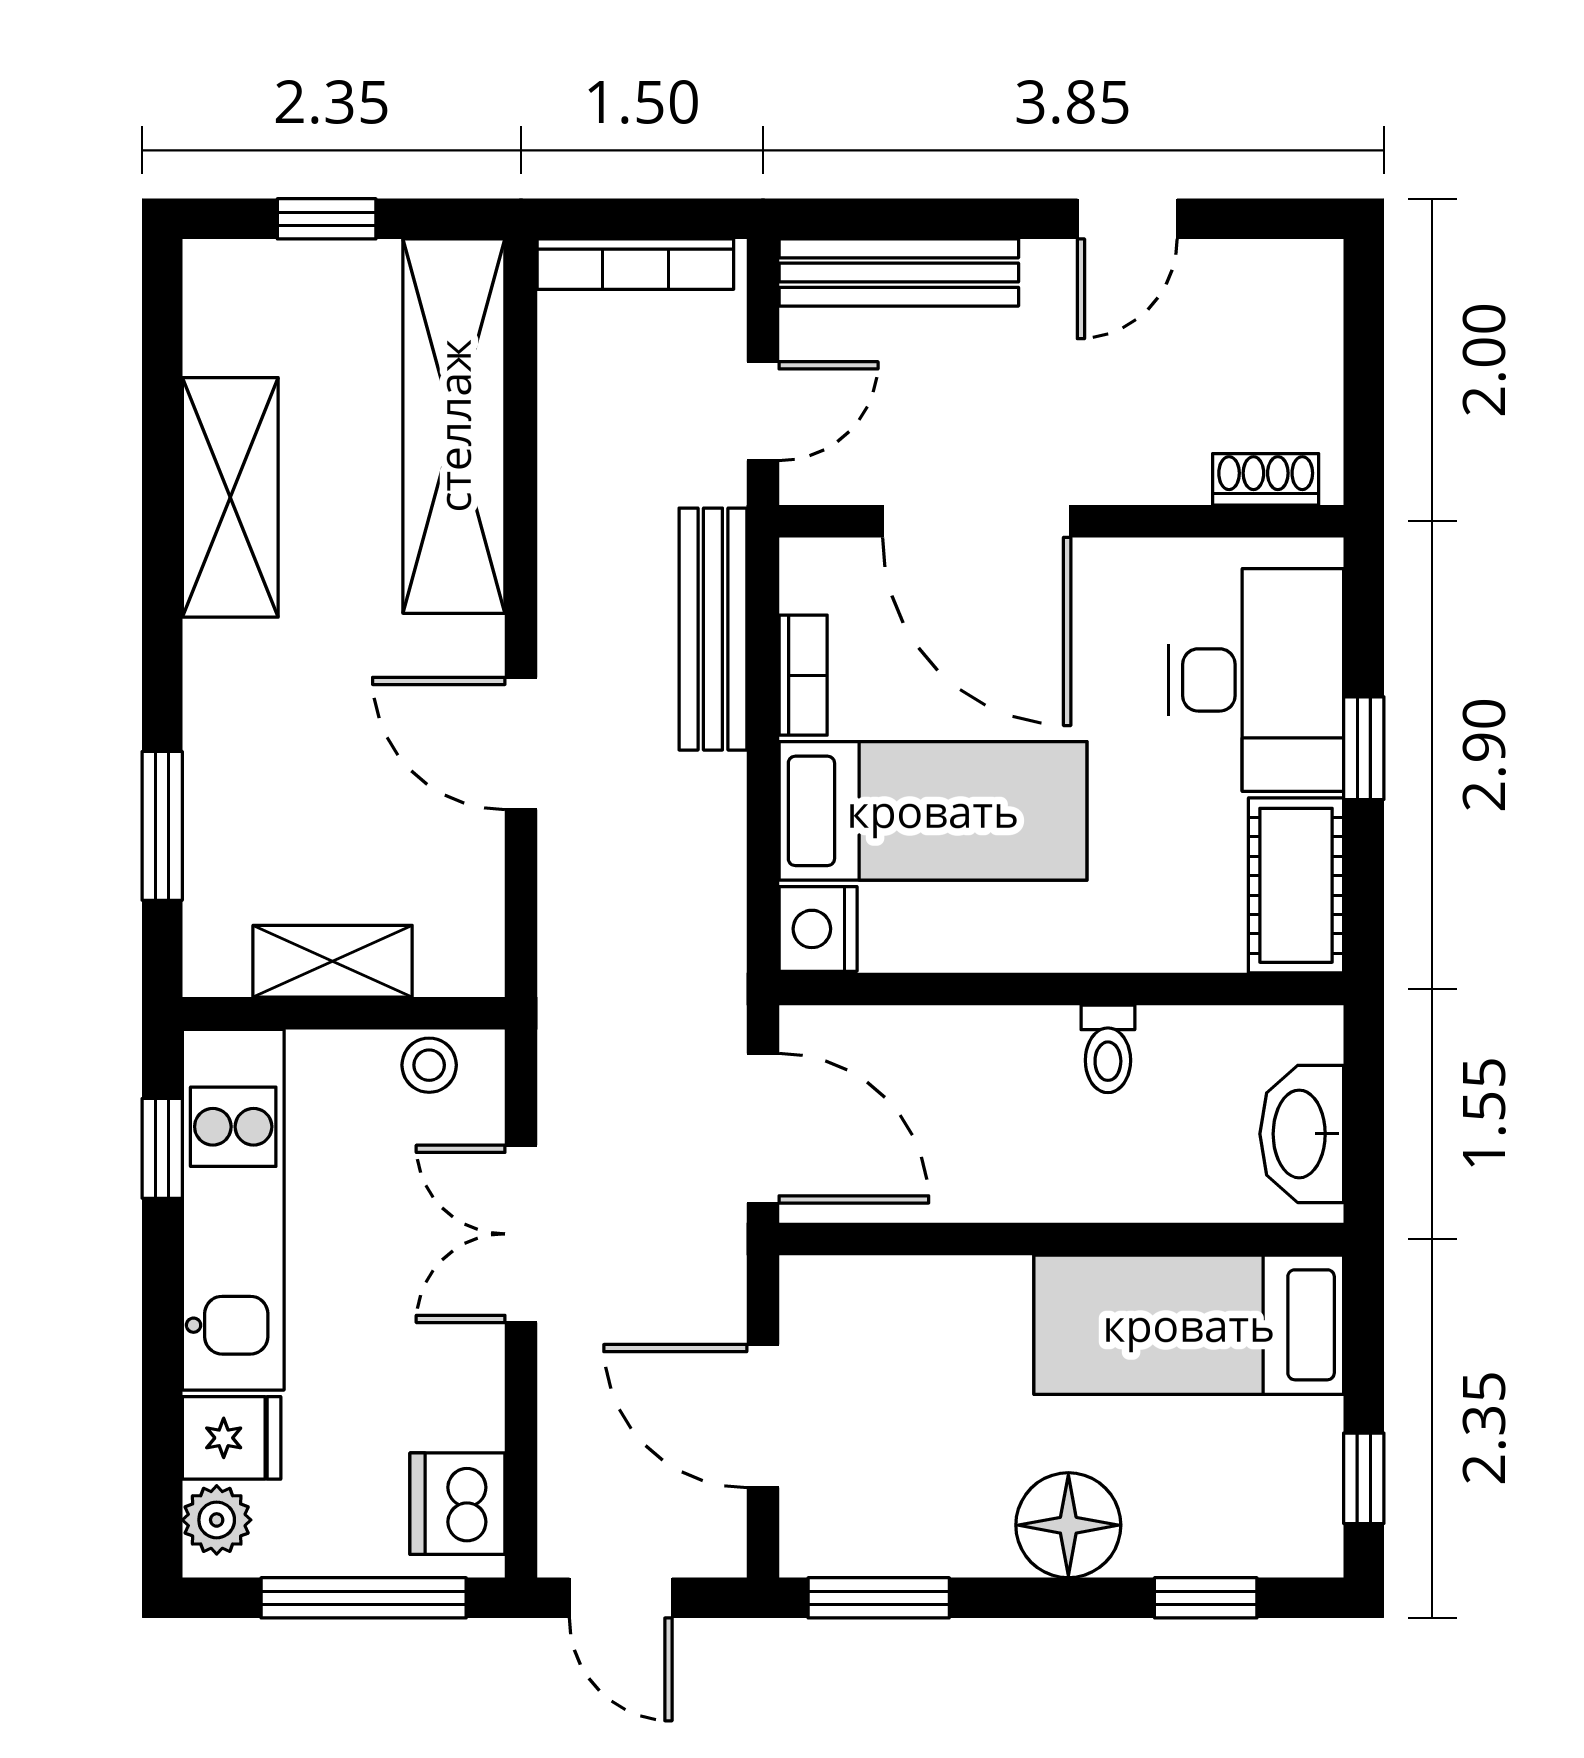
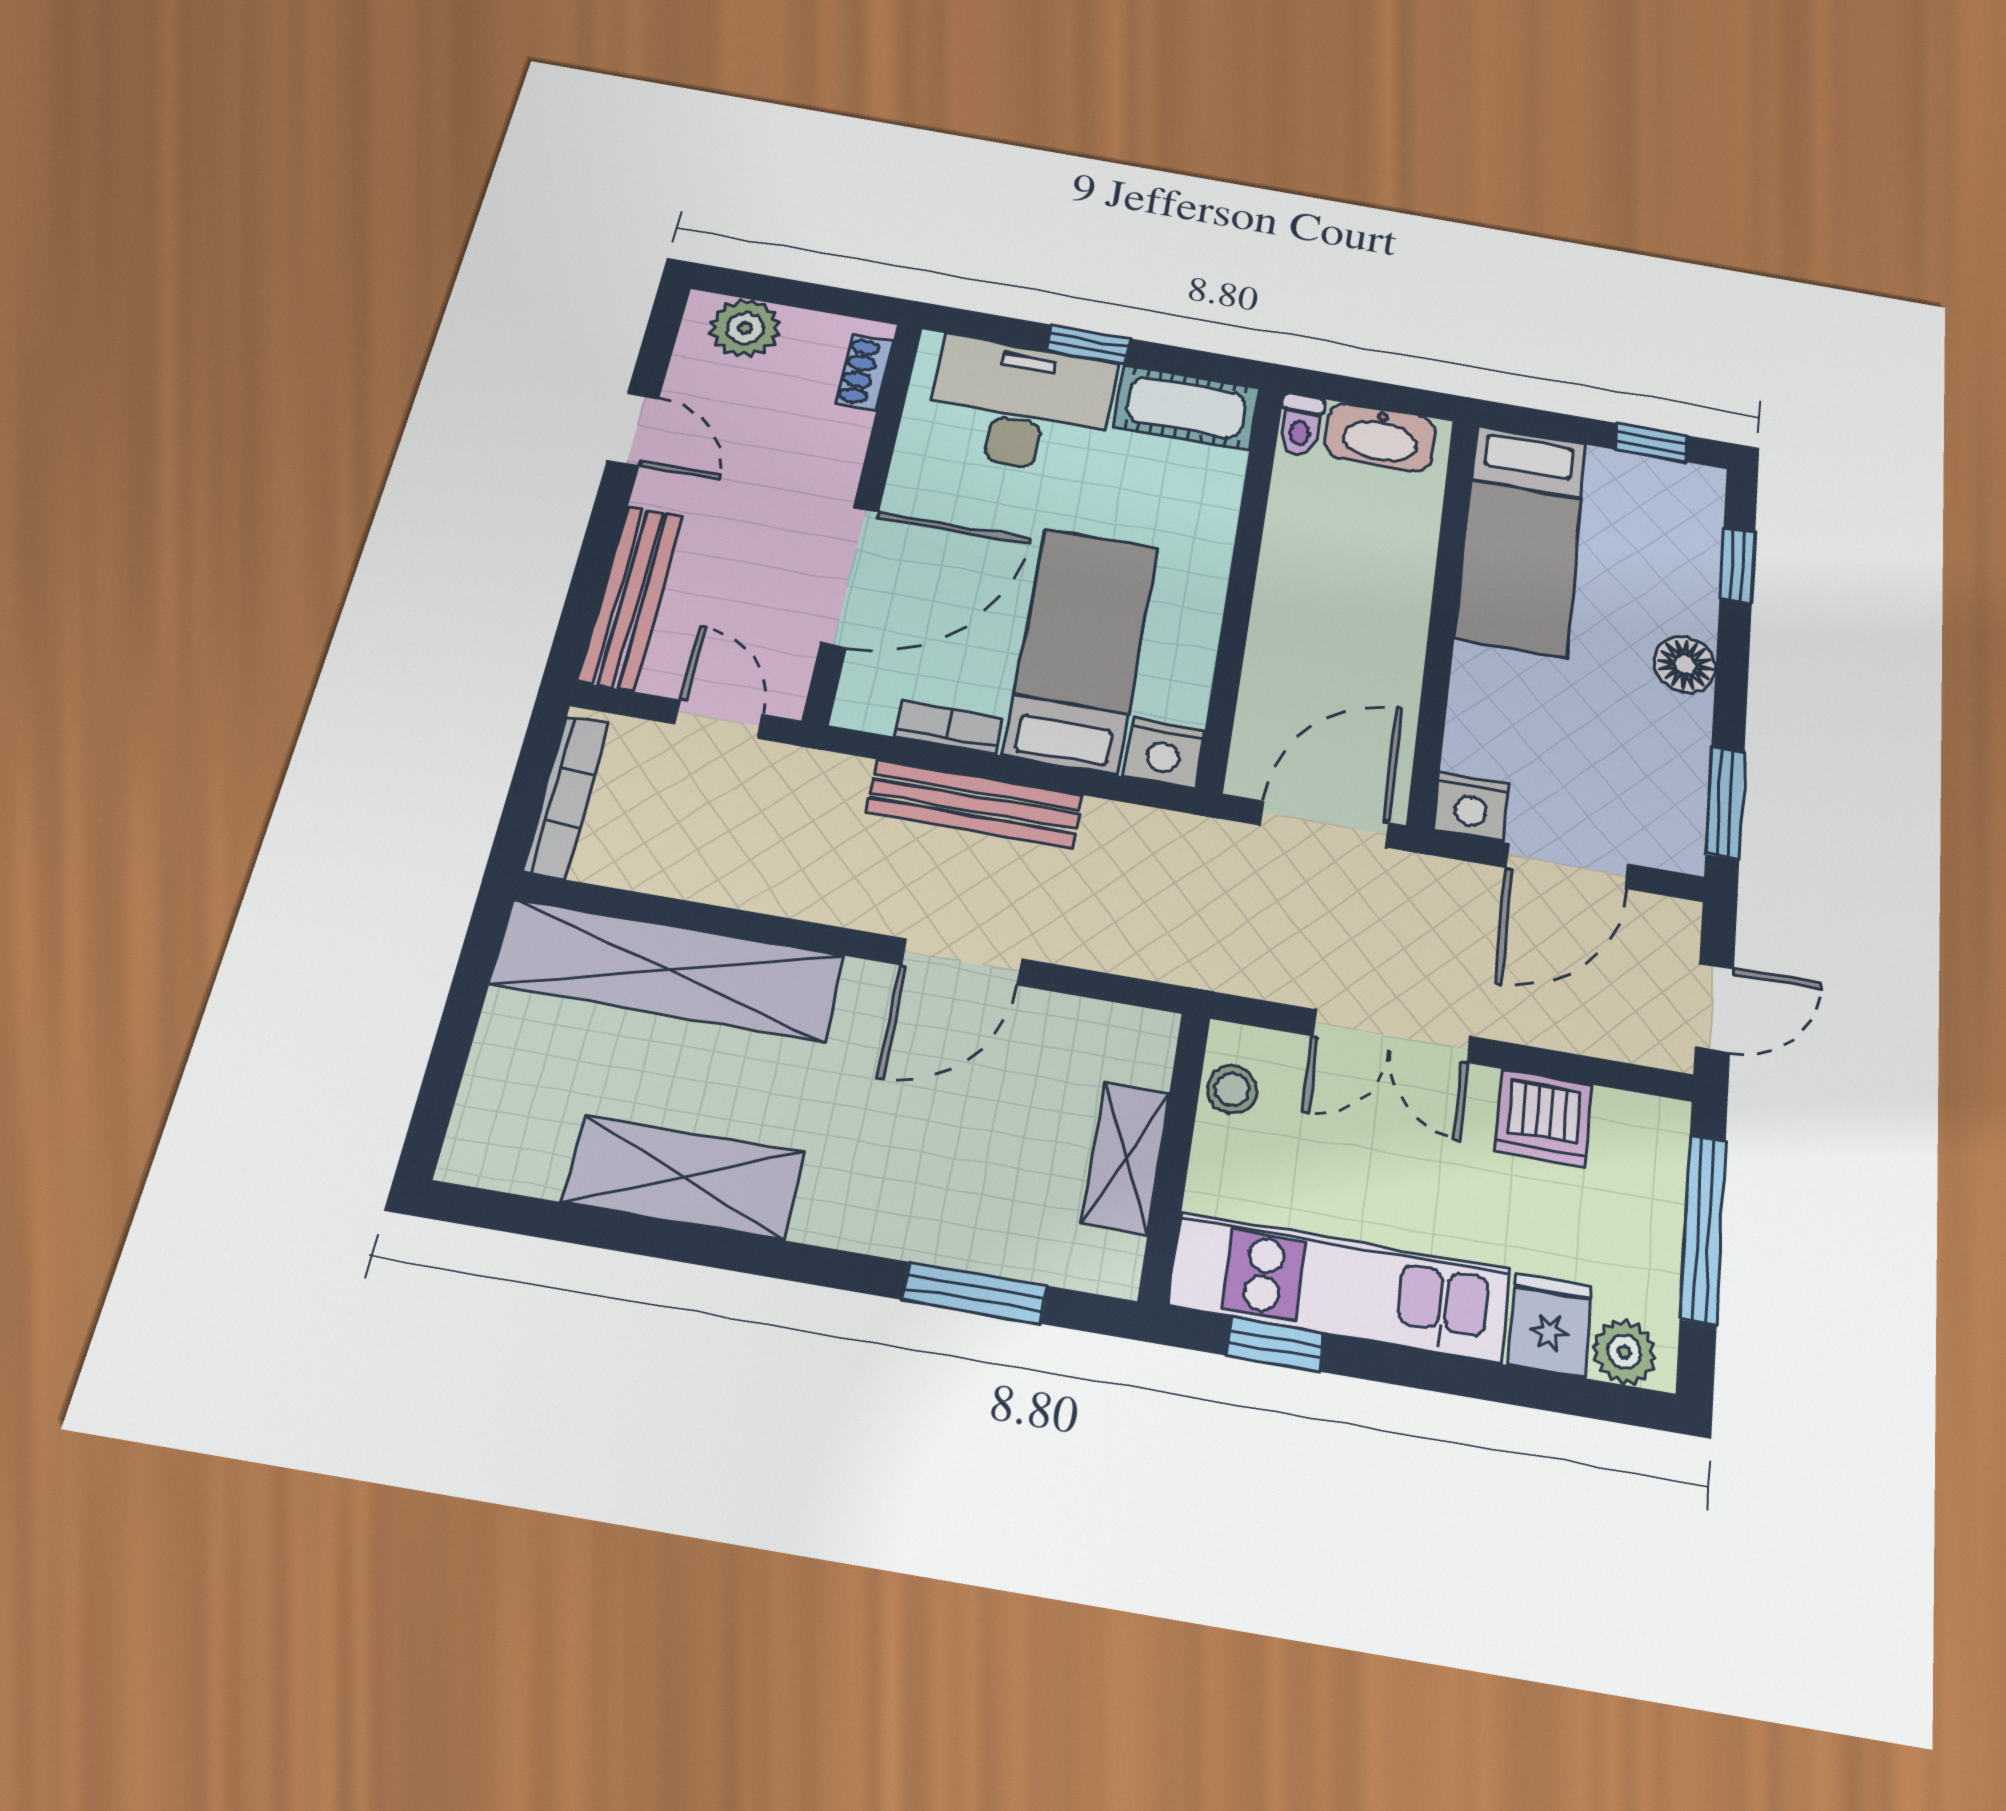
window: (327, 219) -> (452, 1047), removed
plant: (1300, 319) -> (745, 328), added
bench: (713, 629) -> (974, 804), moved
toilet: (1108, 1049) -> (1301, 425), moved, turned 90
nightstand: (817, 1297) -> (1471, 806), added
dishwasher: (457, 1504) -> (1544, 1118), moved
floor lamp: (1068, 1525) -> (1685, 664), width x0.73, depth x0.73

